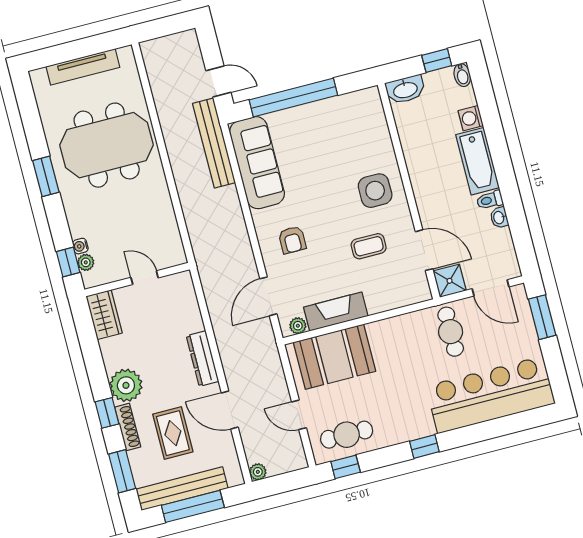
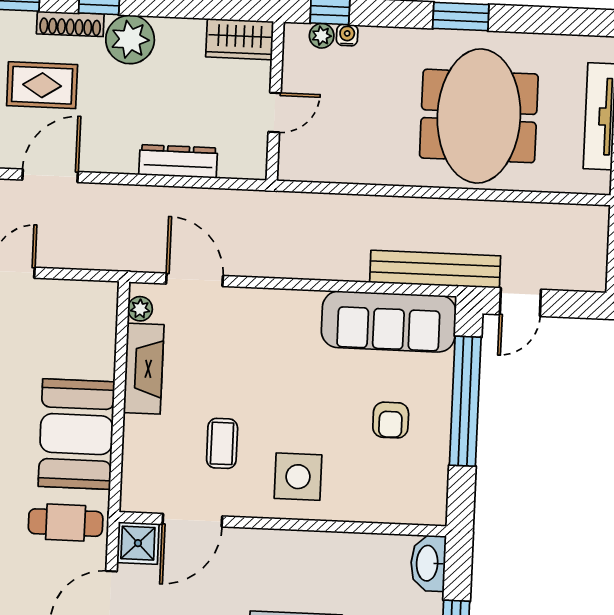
armchair: (292, 240) -> (391, 420), moved, turned -90
booth: (334, 357) -> (76, 434), moved
dresser: (203, 359) -> (178, 161), moved

